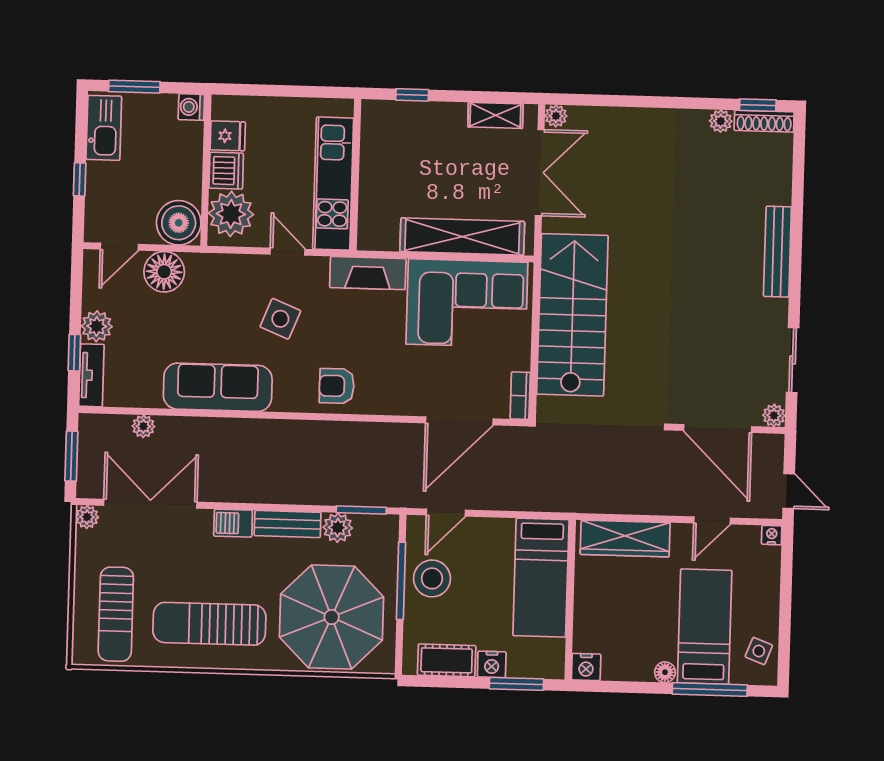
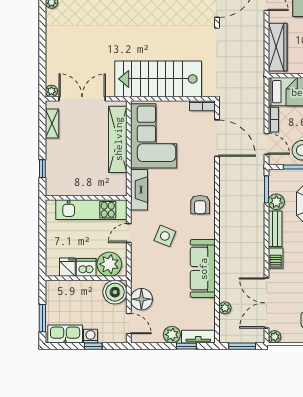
washing machine: (191, 107) -> (90, 336), moved, turned 180
bookcase: (490, 527) -> (273, 120), added

